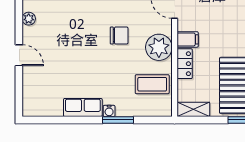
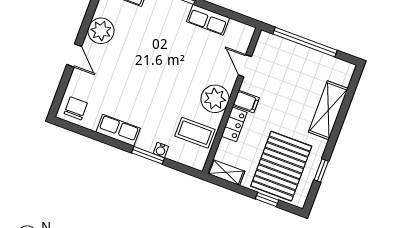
plant: (29, 19) -> (101, 31), width x1.87, depth x1.87
chair: (119, 35) -> (76, 108), moved, turned -90
water cooler: (109, 111) -> (161, 150), moved

